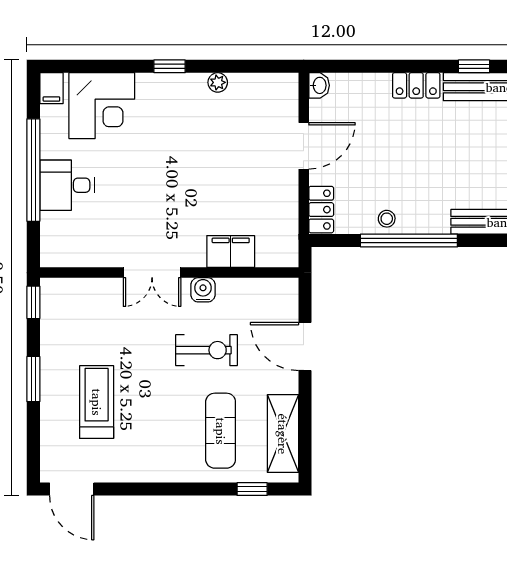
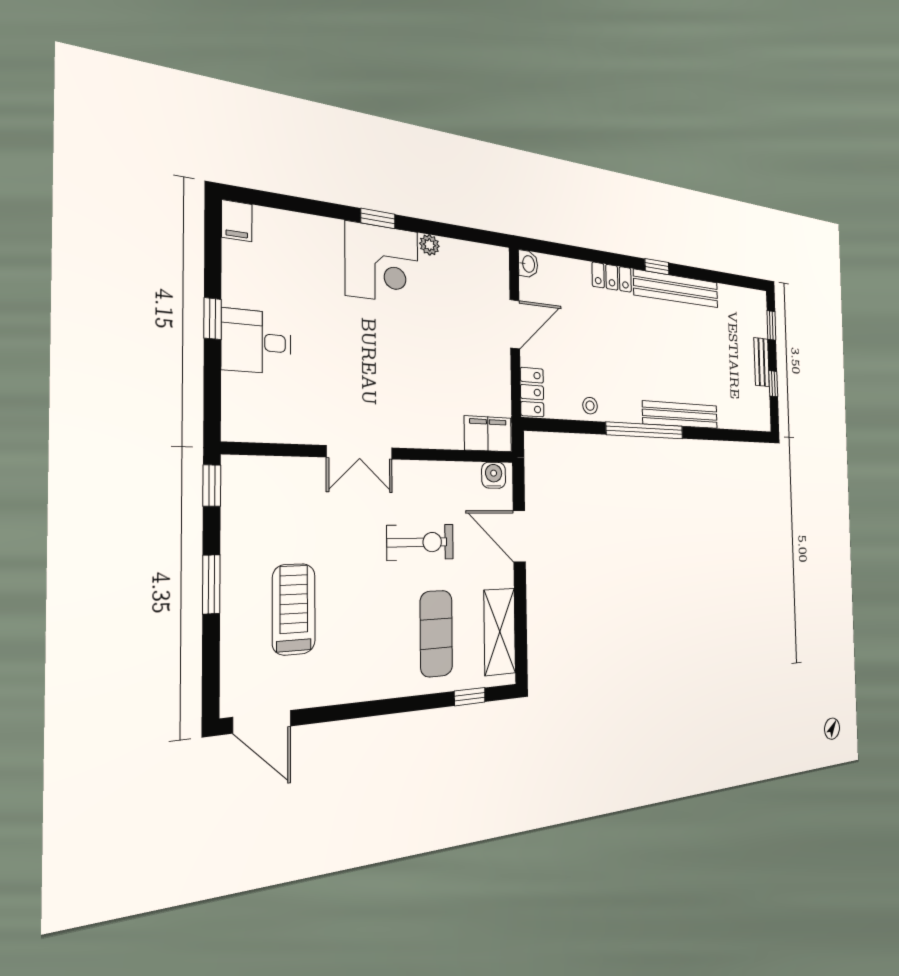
corner desk: (102, 106) -> (382, 263), moved
window: (33, 170) -> (213, 319), width x0.32
window: (409, 241) -> (645, 430), moved
filing cabinet: (231, 252) -> (488, 434), moved
water cooler: (203, 290) -> (494, 475), moved

